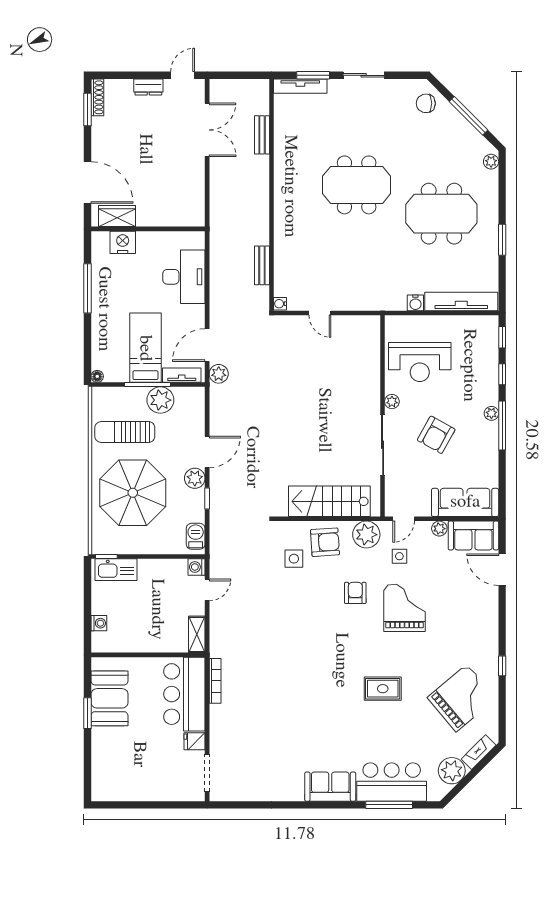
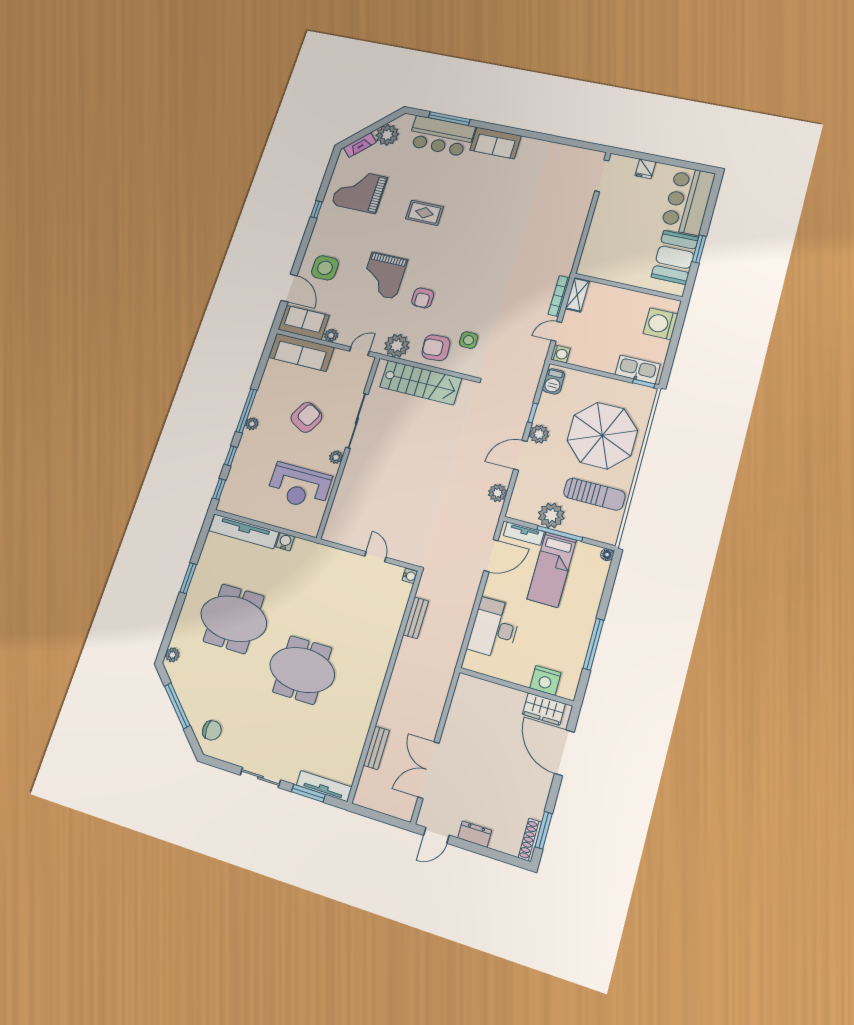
reception desk: (420, 362) -> (299, 486), turned 180
plant: (219, 374) -> (497, 493), moved
side table: (399, 556) -> (325, 268), moved, width x1.87, depth x1.87
washing machine: (99, 623) -> (660, 324), width x1.89, depth x1.89
bookcase: (215, 681) -> (559, 296), moved
bar counter: (184, 694) -> (688, 201), moved, turned 180
grand piano: (462, 698) -> (359, 191), turned 40
fridge: (195, 741) -> (645, 169), moved, turned 90

